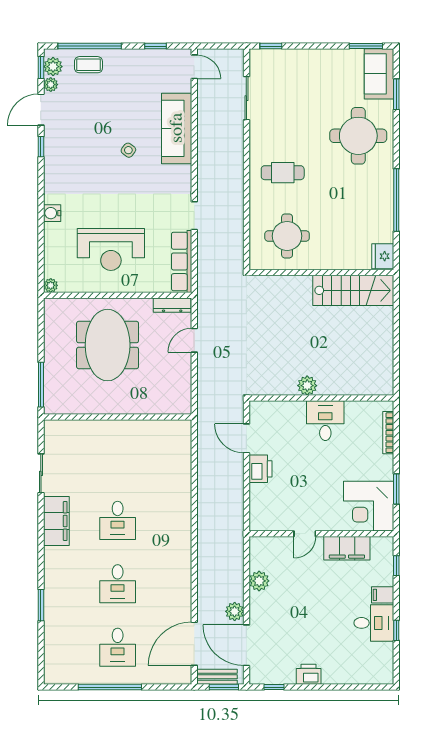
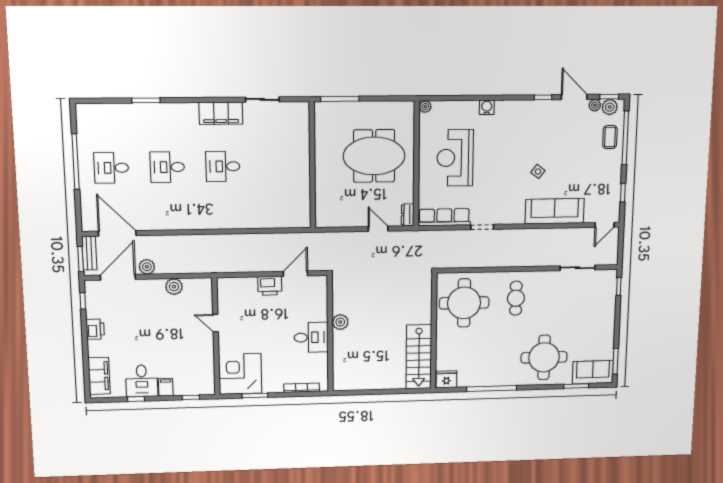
round table: (287, 236) -> (464, 303), width x1.36, depth x1.36
dresser: (172, 305) -> (408, 215), width x0.70
filing cabinet: (347, 548) -> (99, 376), moved, turned 180

